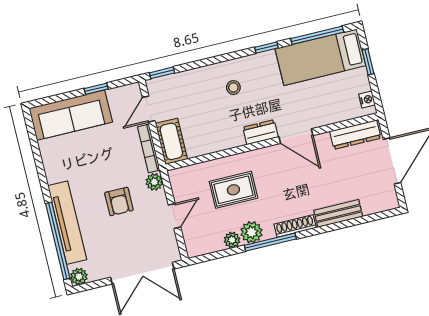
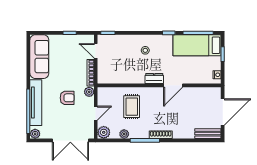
door: (149, 109) -> (96, 51), hinge flipped
sofa: (71, 115) -> (39, 57), moved, turned -90
dresser: (355, 135) -> (206, 92), removed
door: (296, 136) -> (173, 85), hinge flipped
cot: (171, 141) -> (104, 72), removed
rug: (233, 190) -> (132, 107), turned 90
armchair: (119, 201) -> (67, 98), turned -90
bench: (338, 213) -> (208, 134), moved
plant: (251, 232) -> (104, 132), moved

